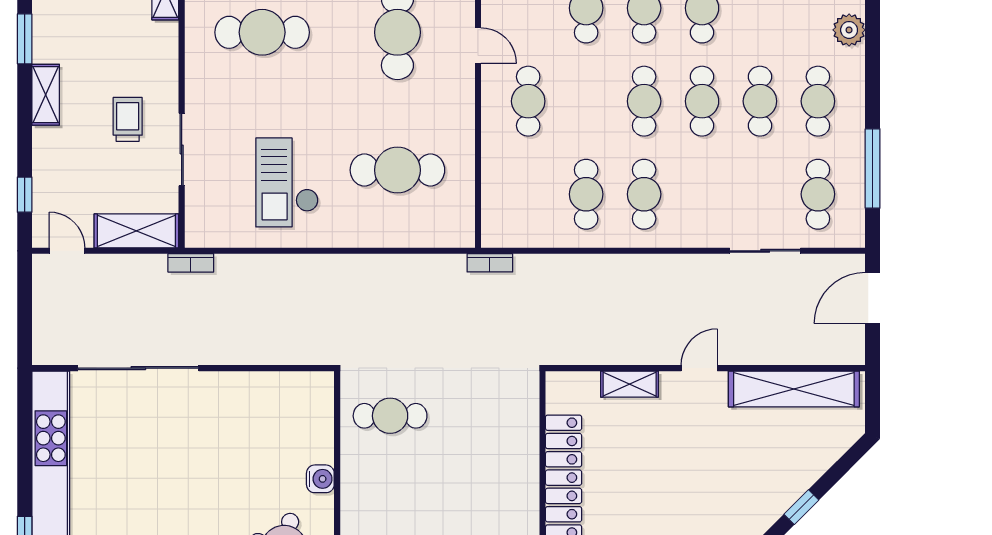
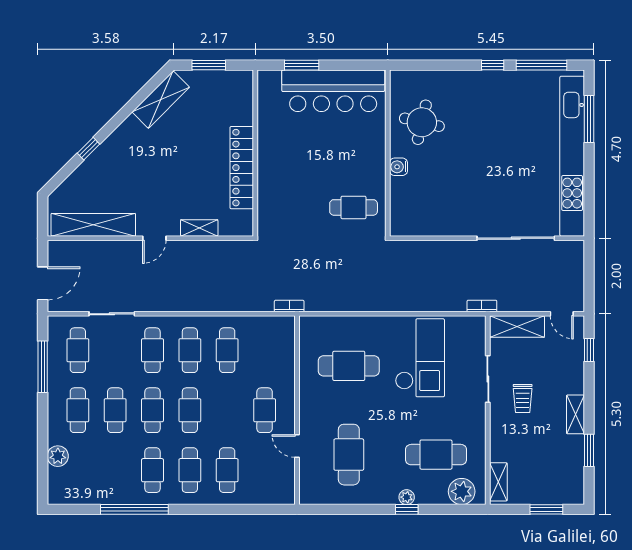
checkout: (287, 182) -> (420, 358), width x1.36, depth x1.21
cafe table: (702, 194) -> (153, 350), added

